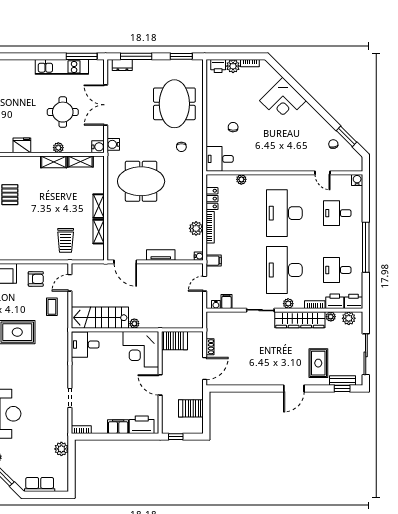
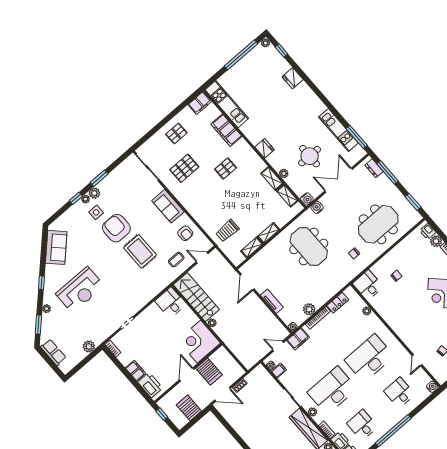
filing cabinet: (214, 261) -> (298, 339), width x2.00
server rack: (174, 341) -> (209, 372), moved

